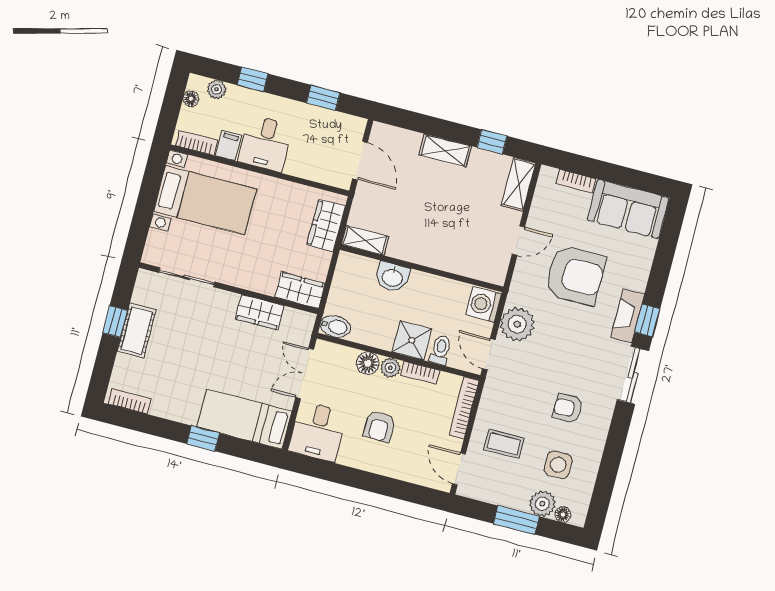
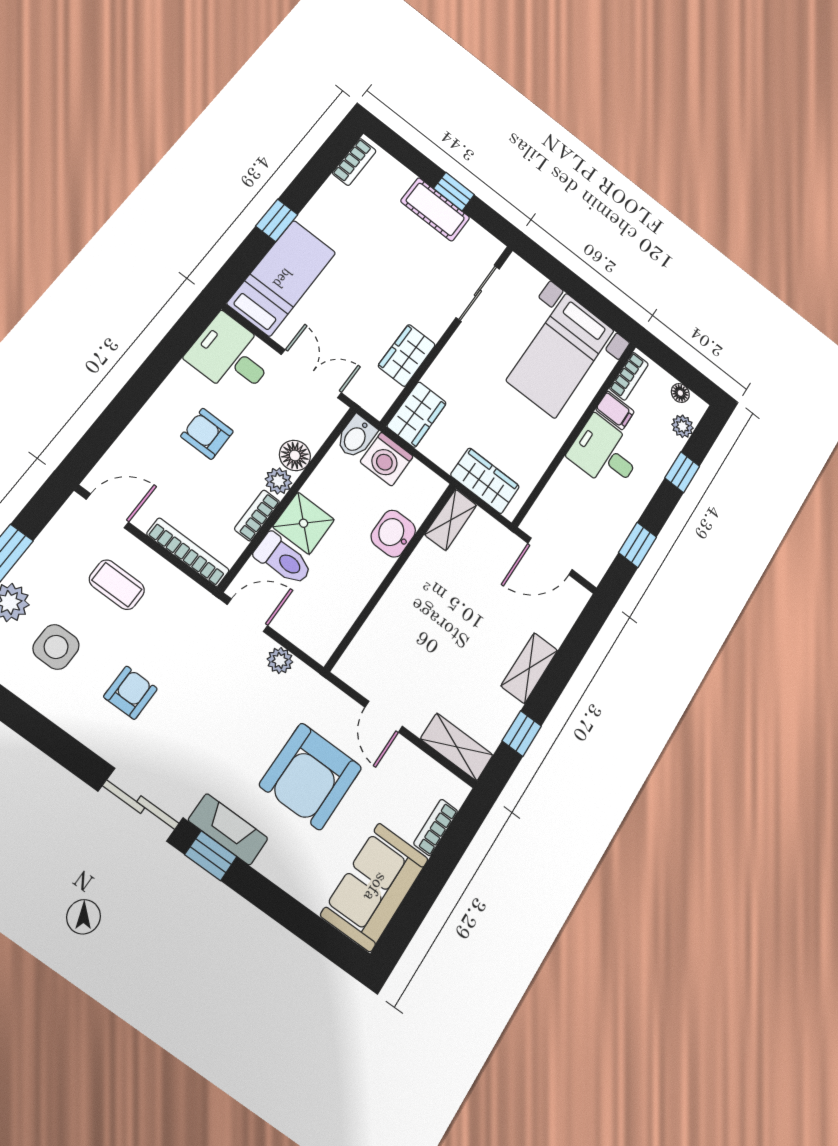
washing machine: (484, 304) -> (387, 459), moved, turned 180
plant: (517, 324) -> (280, 661), width x0.53, depth x0.53
toilet: (441, 350) -> (283, 559), width x1.37, depth x1.39
coffee table: (504, 444) -> (117, 585), turned 90

